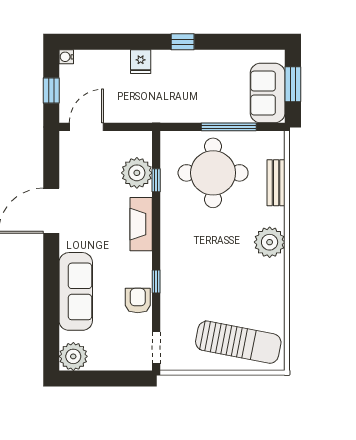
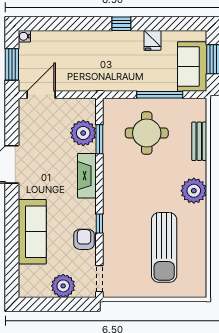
fridge: (141, 62) -> (152, 40), moved
window: (51, 91) -> (12, 64), width x1.50
round table: (213, 173) -> (147, 133), width x0.73, depth x0.73
window: (156, 180) -> (99, 139), width x1.50
sun lounger: (238, 342) -> (164, 247), moved, turned 79
plant: (73, 356) -> (63, 286), moved

